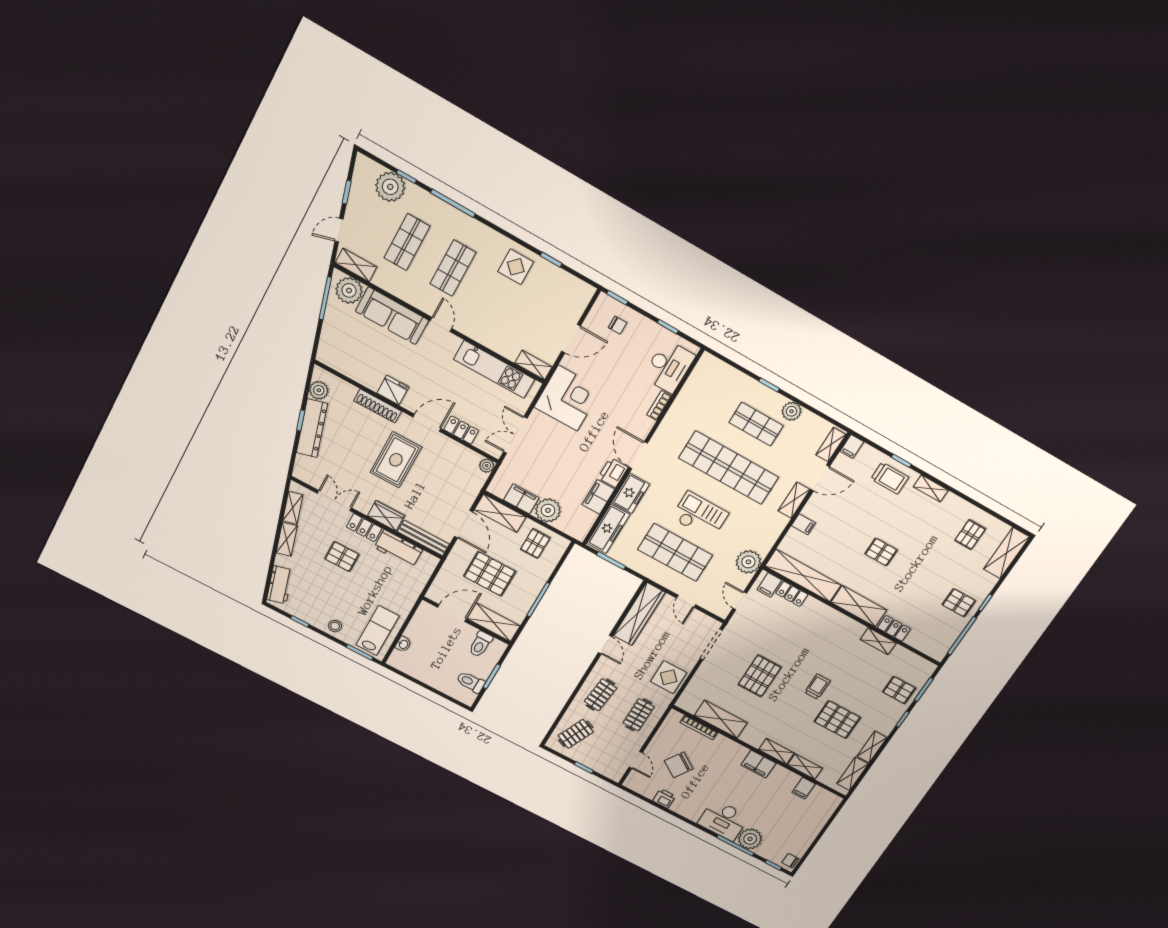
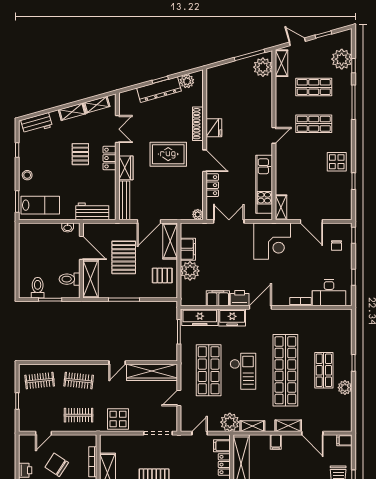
sofa: (392, 316) -> (262, 102), removed
shelving: (831, 445) -> (252, 426), moved
workbench: (398, 549) -> (92, 211), moved, turned 90
washbasin: (403, 644) -> (68, 228), moved
clothes rail: (576, 734) -> (40, 381), turned -30

